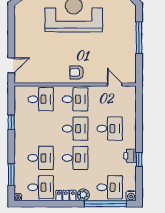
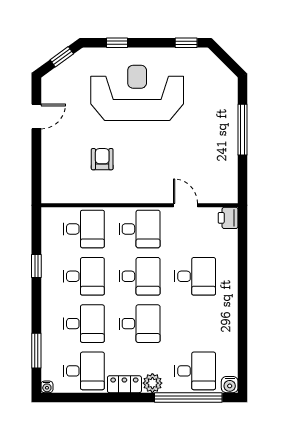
door: (11, 65) -> (36, 116), moved
armchair: (77, 72) -> (102, 159), moved, turned 90
door: (115, 85) -> (185, 205), moved
desk: (41, 129) -> (84, 276), added
printer: (130, 156) -> (228, 218), moved
window: (139, 159) -> (242, 326), removed

